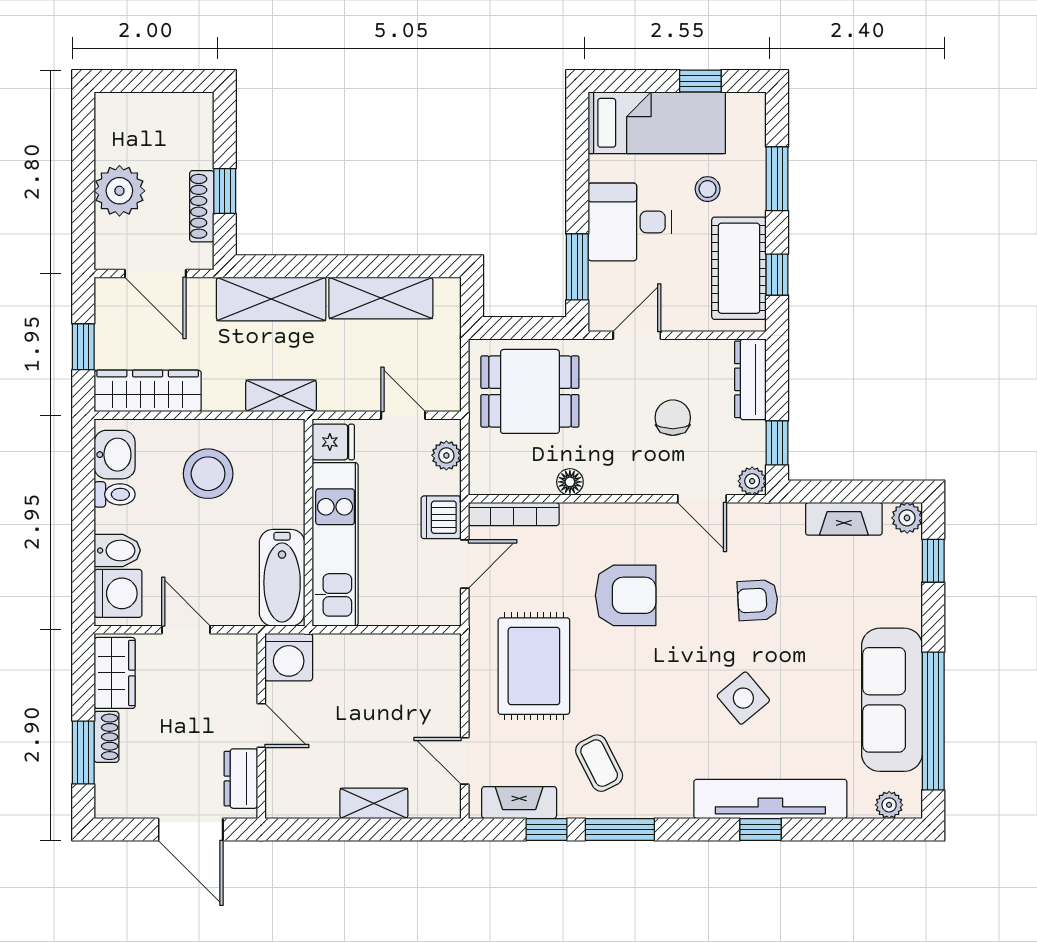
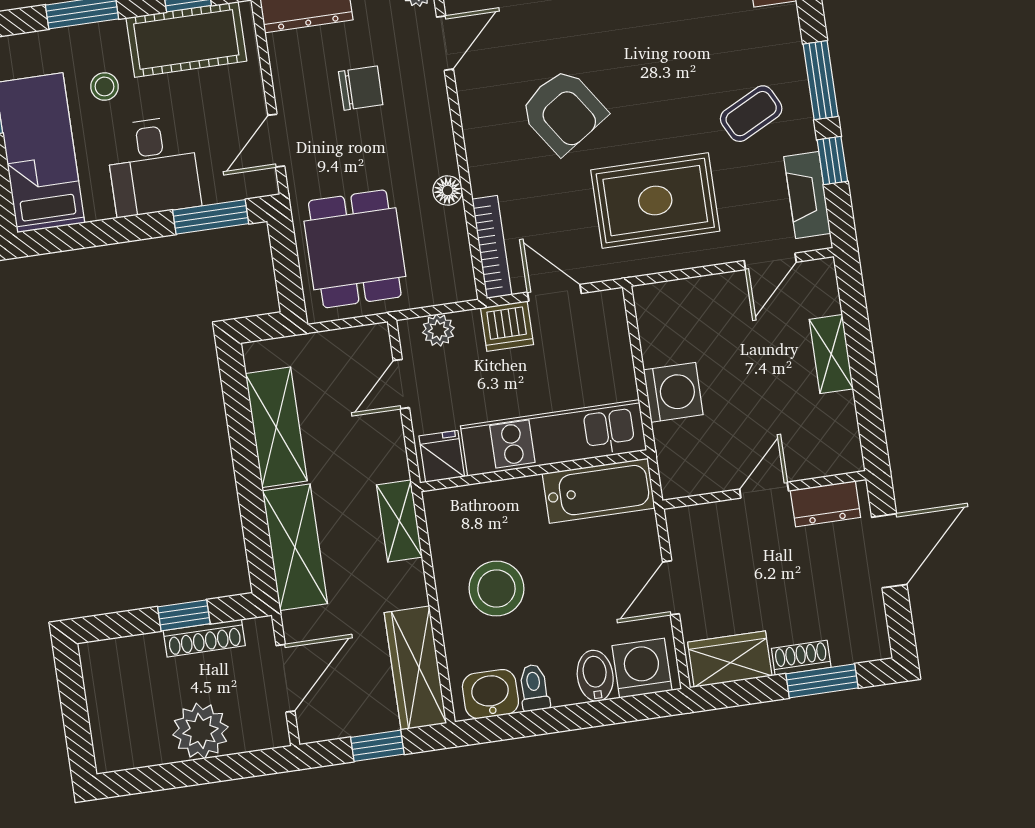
door: (637, 335) -> (276, 141), hinge flipped
chair: (673, 418) -> (361, 88), turned 180
armchair: (626, 595) -> (563, 111), turned 146
washing machine: (289, 657) -> (673, 392), moved

